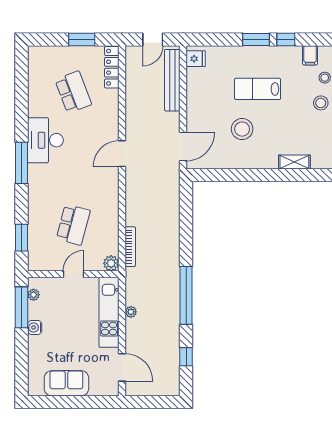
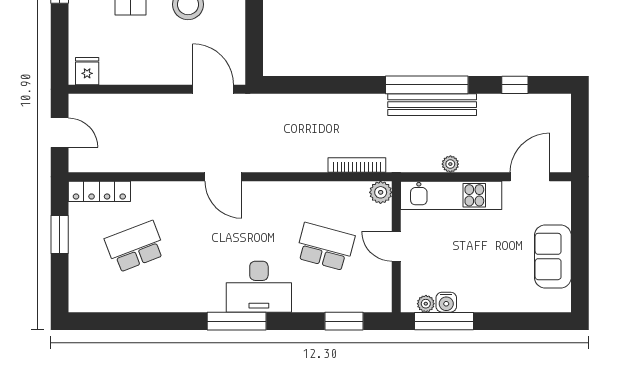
bench: (172, 80) -> (432, 105), moved
desk: (45, 140) -> (259, 287), moved
water cooler: (35, 327) -> (446, 302), moved

